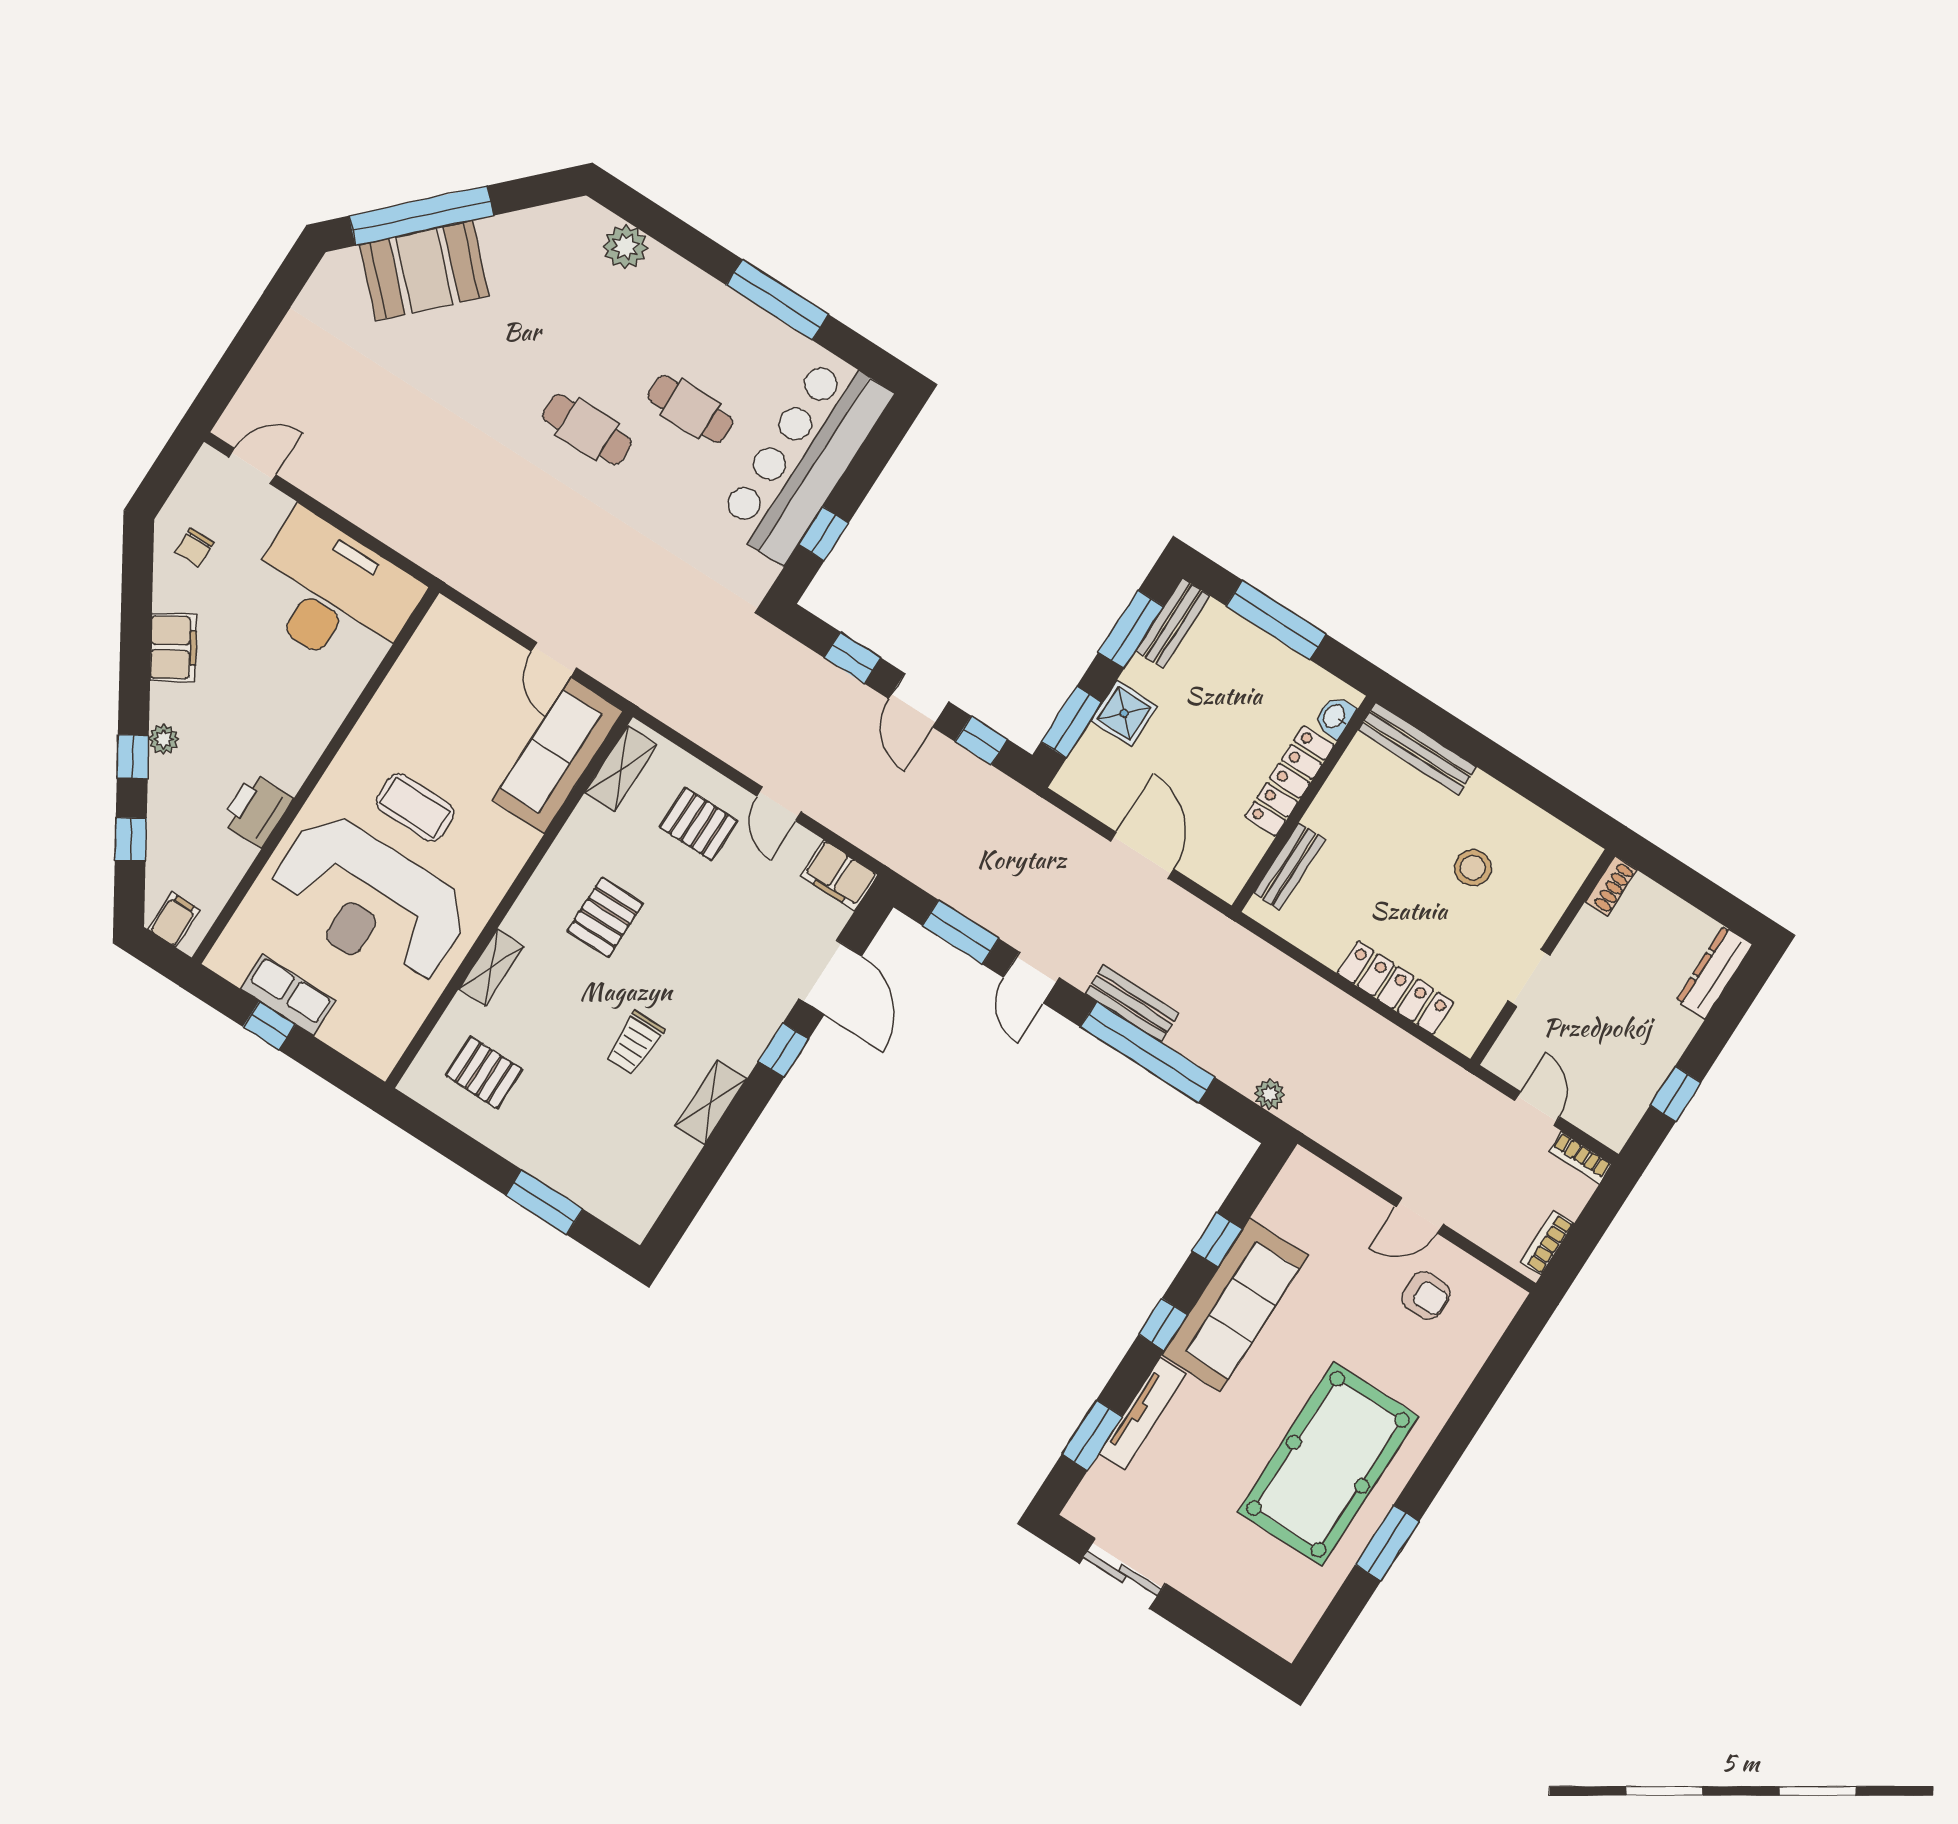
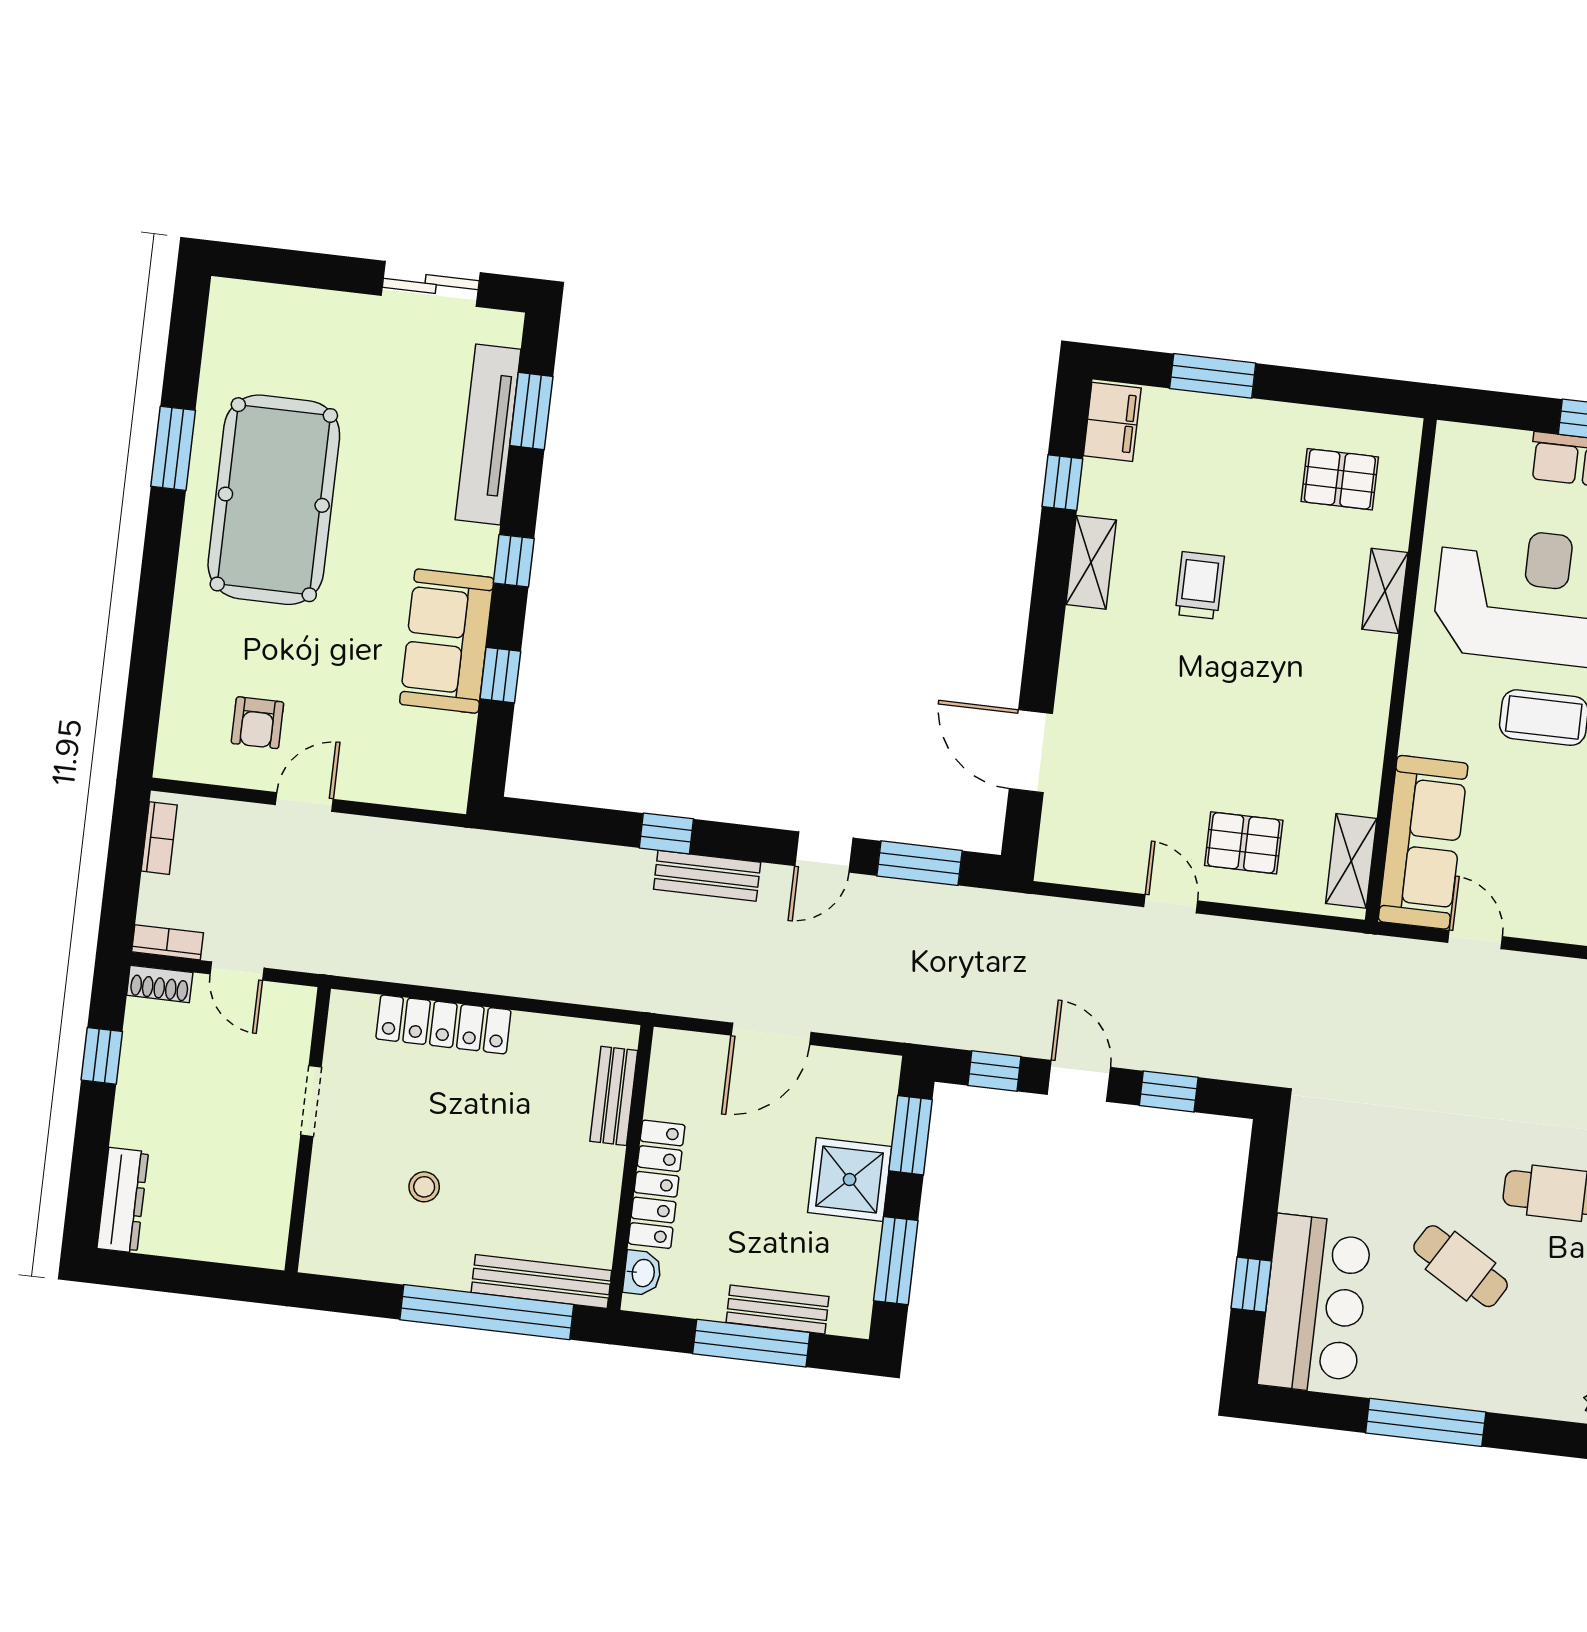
cafe table: (690, 409) -> (1461, 1266), turned 31
bar counter: (804, 458) -> (1315, 1304), width x0.73
window: (824, 534) -> (1251, 1285), moved
bench: (1173, 623) -> (777, 1309), moved, turned 90
shower: (1124, 713) -> (850, 1180), width x1.36, depth x1.36
window: (1472, 745) -> (487, 1312), added
door: (1142, 855) -> (771, 1034), hinge flipped
stool: (1473, 868) -> (424, 1187), width x0.73, depth x0.73
filing cabinet: (839, 875) -> (1112, 422), moved, turned 90
shoe rack: (1611, 886) -> (160, 984), moved, turned -90
pallet: (605, 917) -> (1293, 700), removed
door: (1031, 977) -> (824, 852), swing flipped
window: (784, 1050) -> (1062, 483), moved
window: (1148, 1052) -> (666, 833), width x0.32
plant: (1269, 1094) -> (520, 851), removed
armchair: (1426, 1295) -> (257, 723), turned -90
sofa: (1235, 1305) -> (447, 641), width x0.73
tv unit: (1142, 1414) -> (488, 434), width x1.36, depth x1.29

